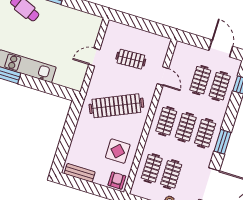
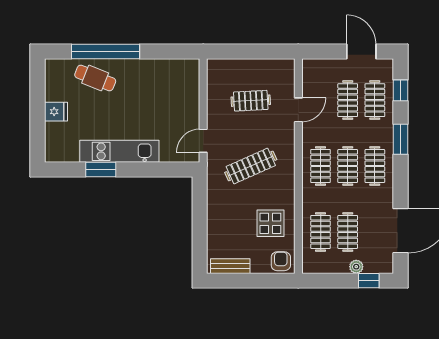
door: (94, 57) -> (203, 141), moved
door: (163, 76) -> (298, 110), hinge flipped
clothes rail: (116, 106) -> (251, 166), width x0.73, depth x0.76
window: (223, 142) -> (401, 139), moved

